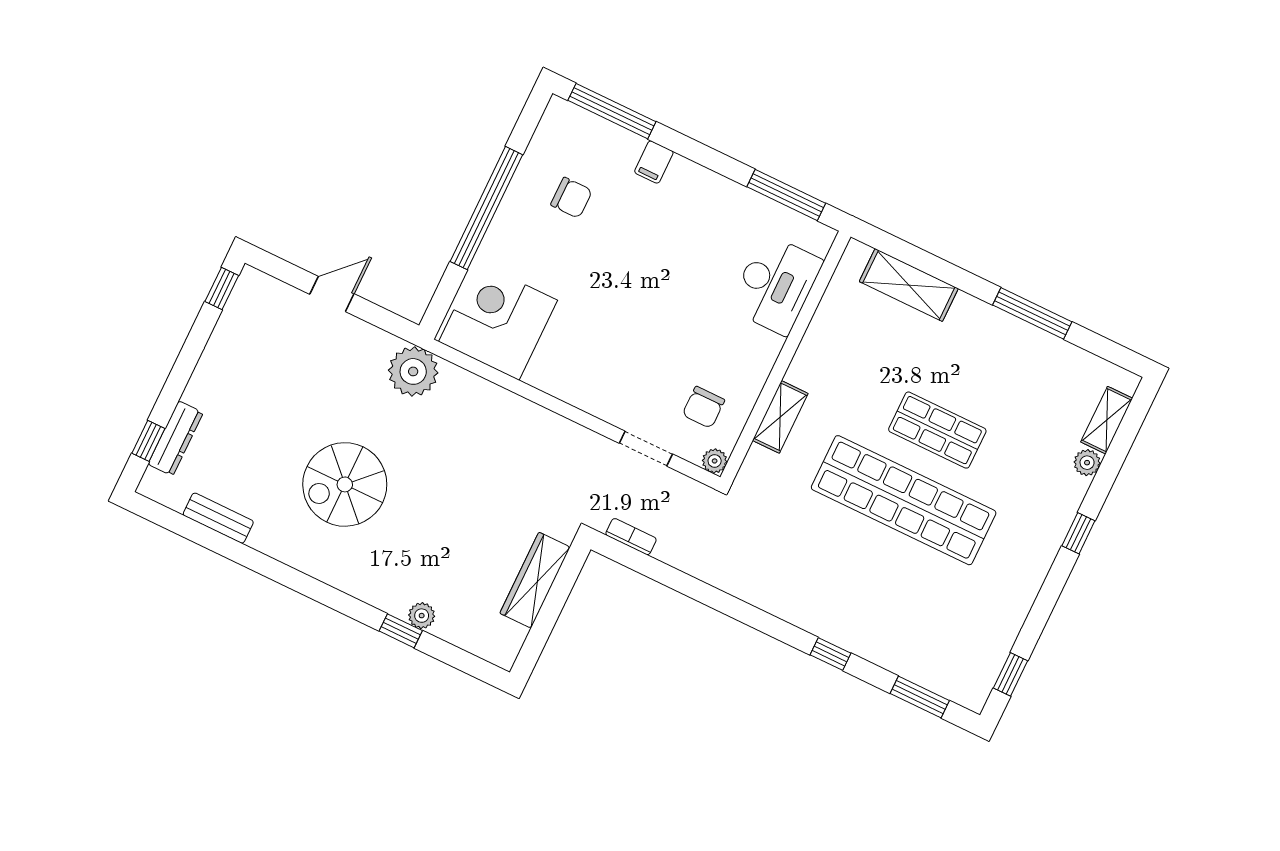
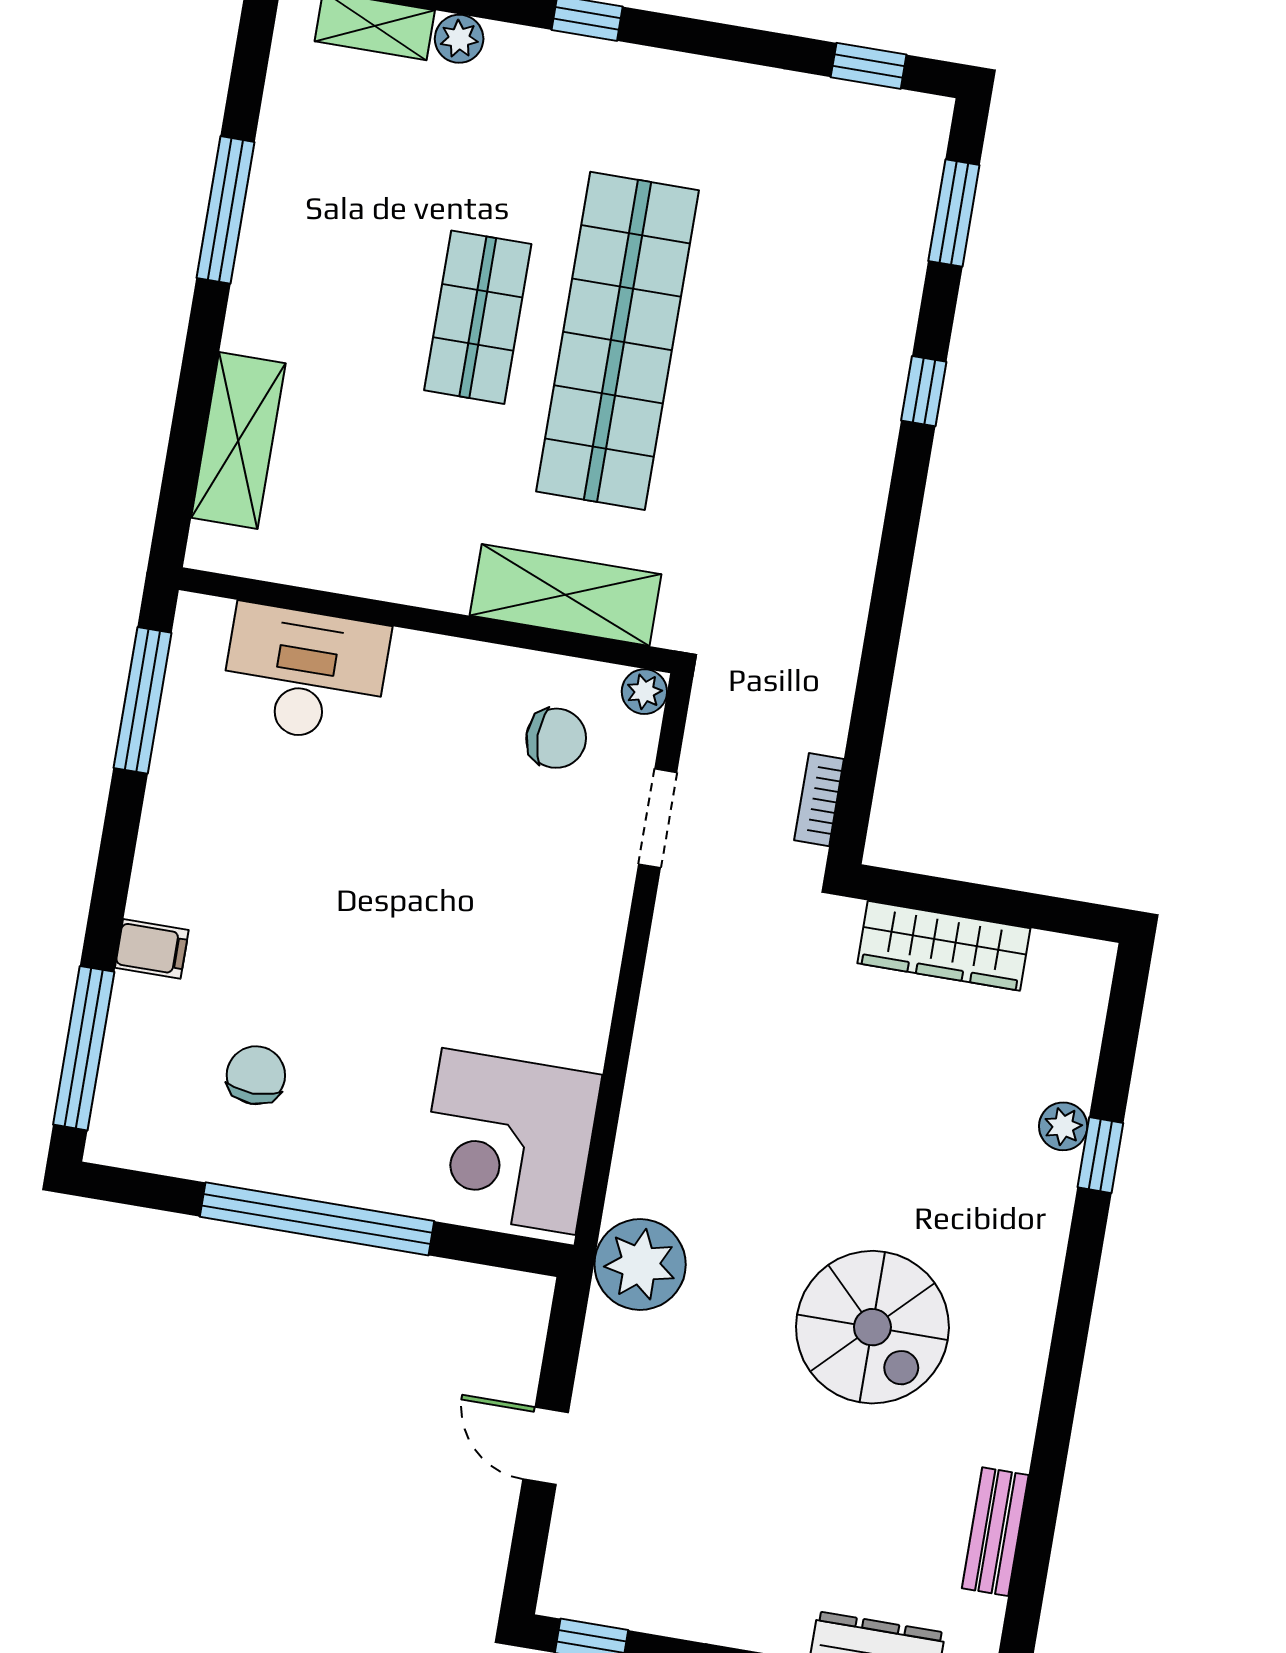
shelving: (780, 417) -> (566, 595), width x1.50, depth x1.33

